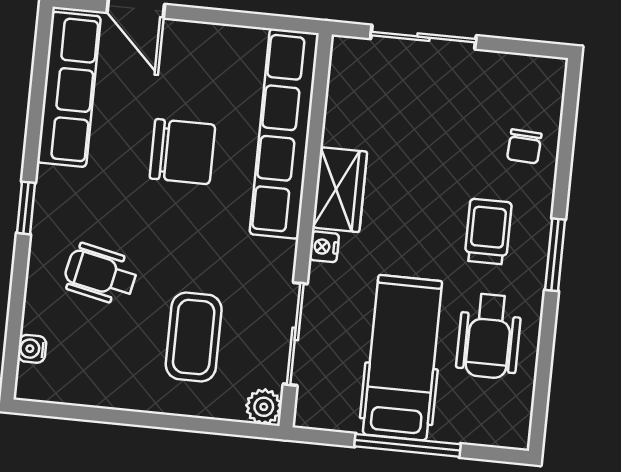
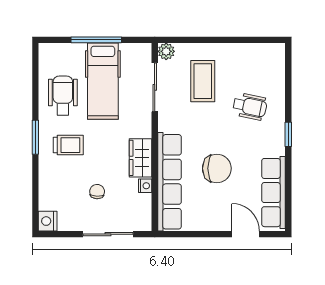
nightstand: (547, 77) -> (48, 221), added
chair: (524, 146) -> (97, 192), moved
chair: (182, 152) -> (217, 168), turned 180
trolley: (488, 232) -> (68, 145), turned -90
nightstand: (324, 247) -> (145, 186), moved
water cooler: (32, 349) -> (279, 68), removed

